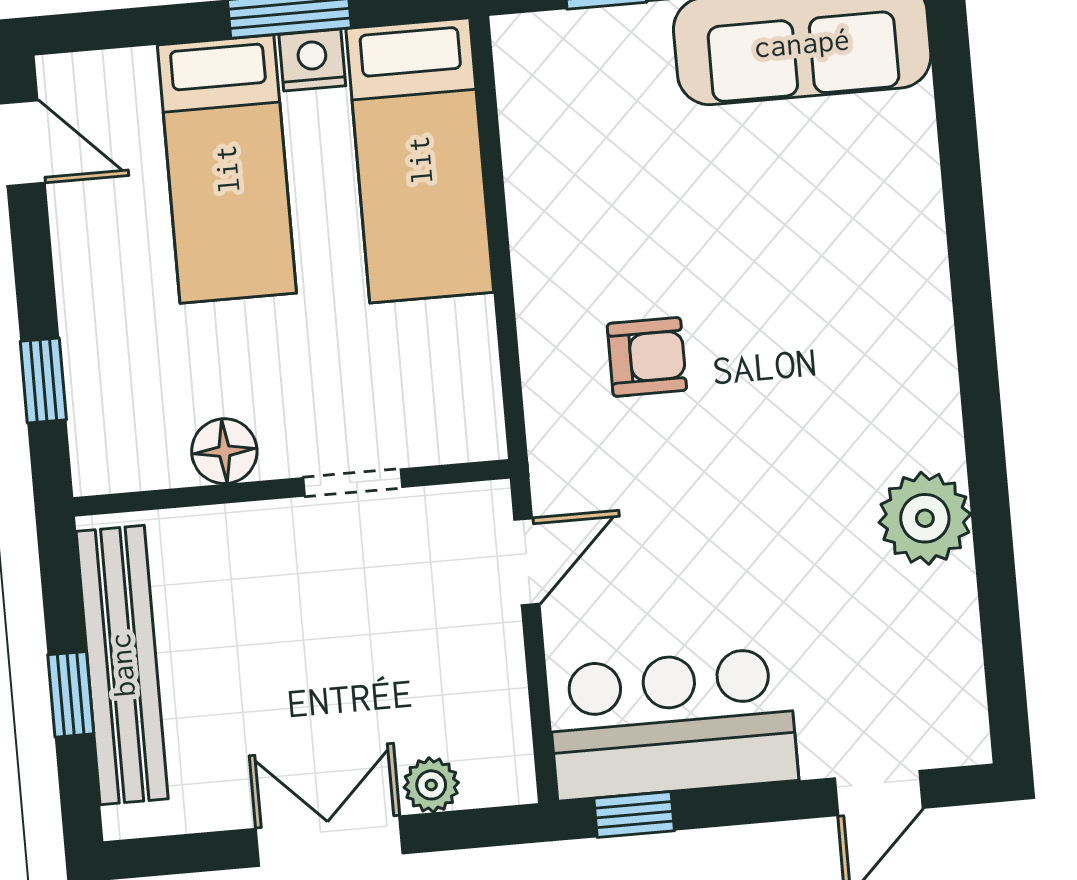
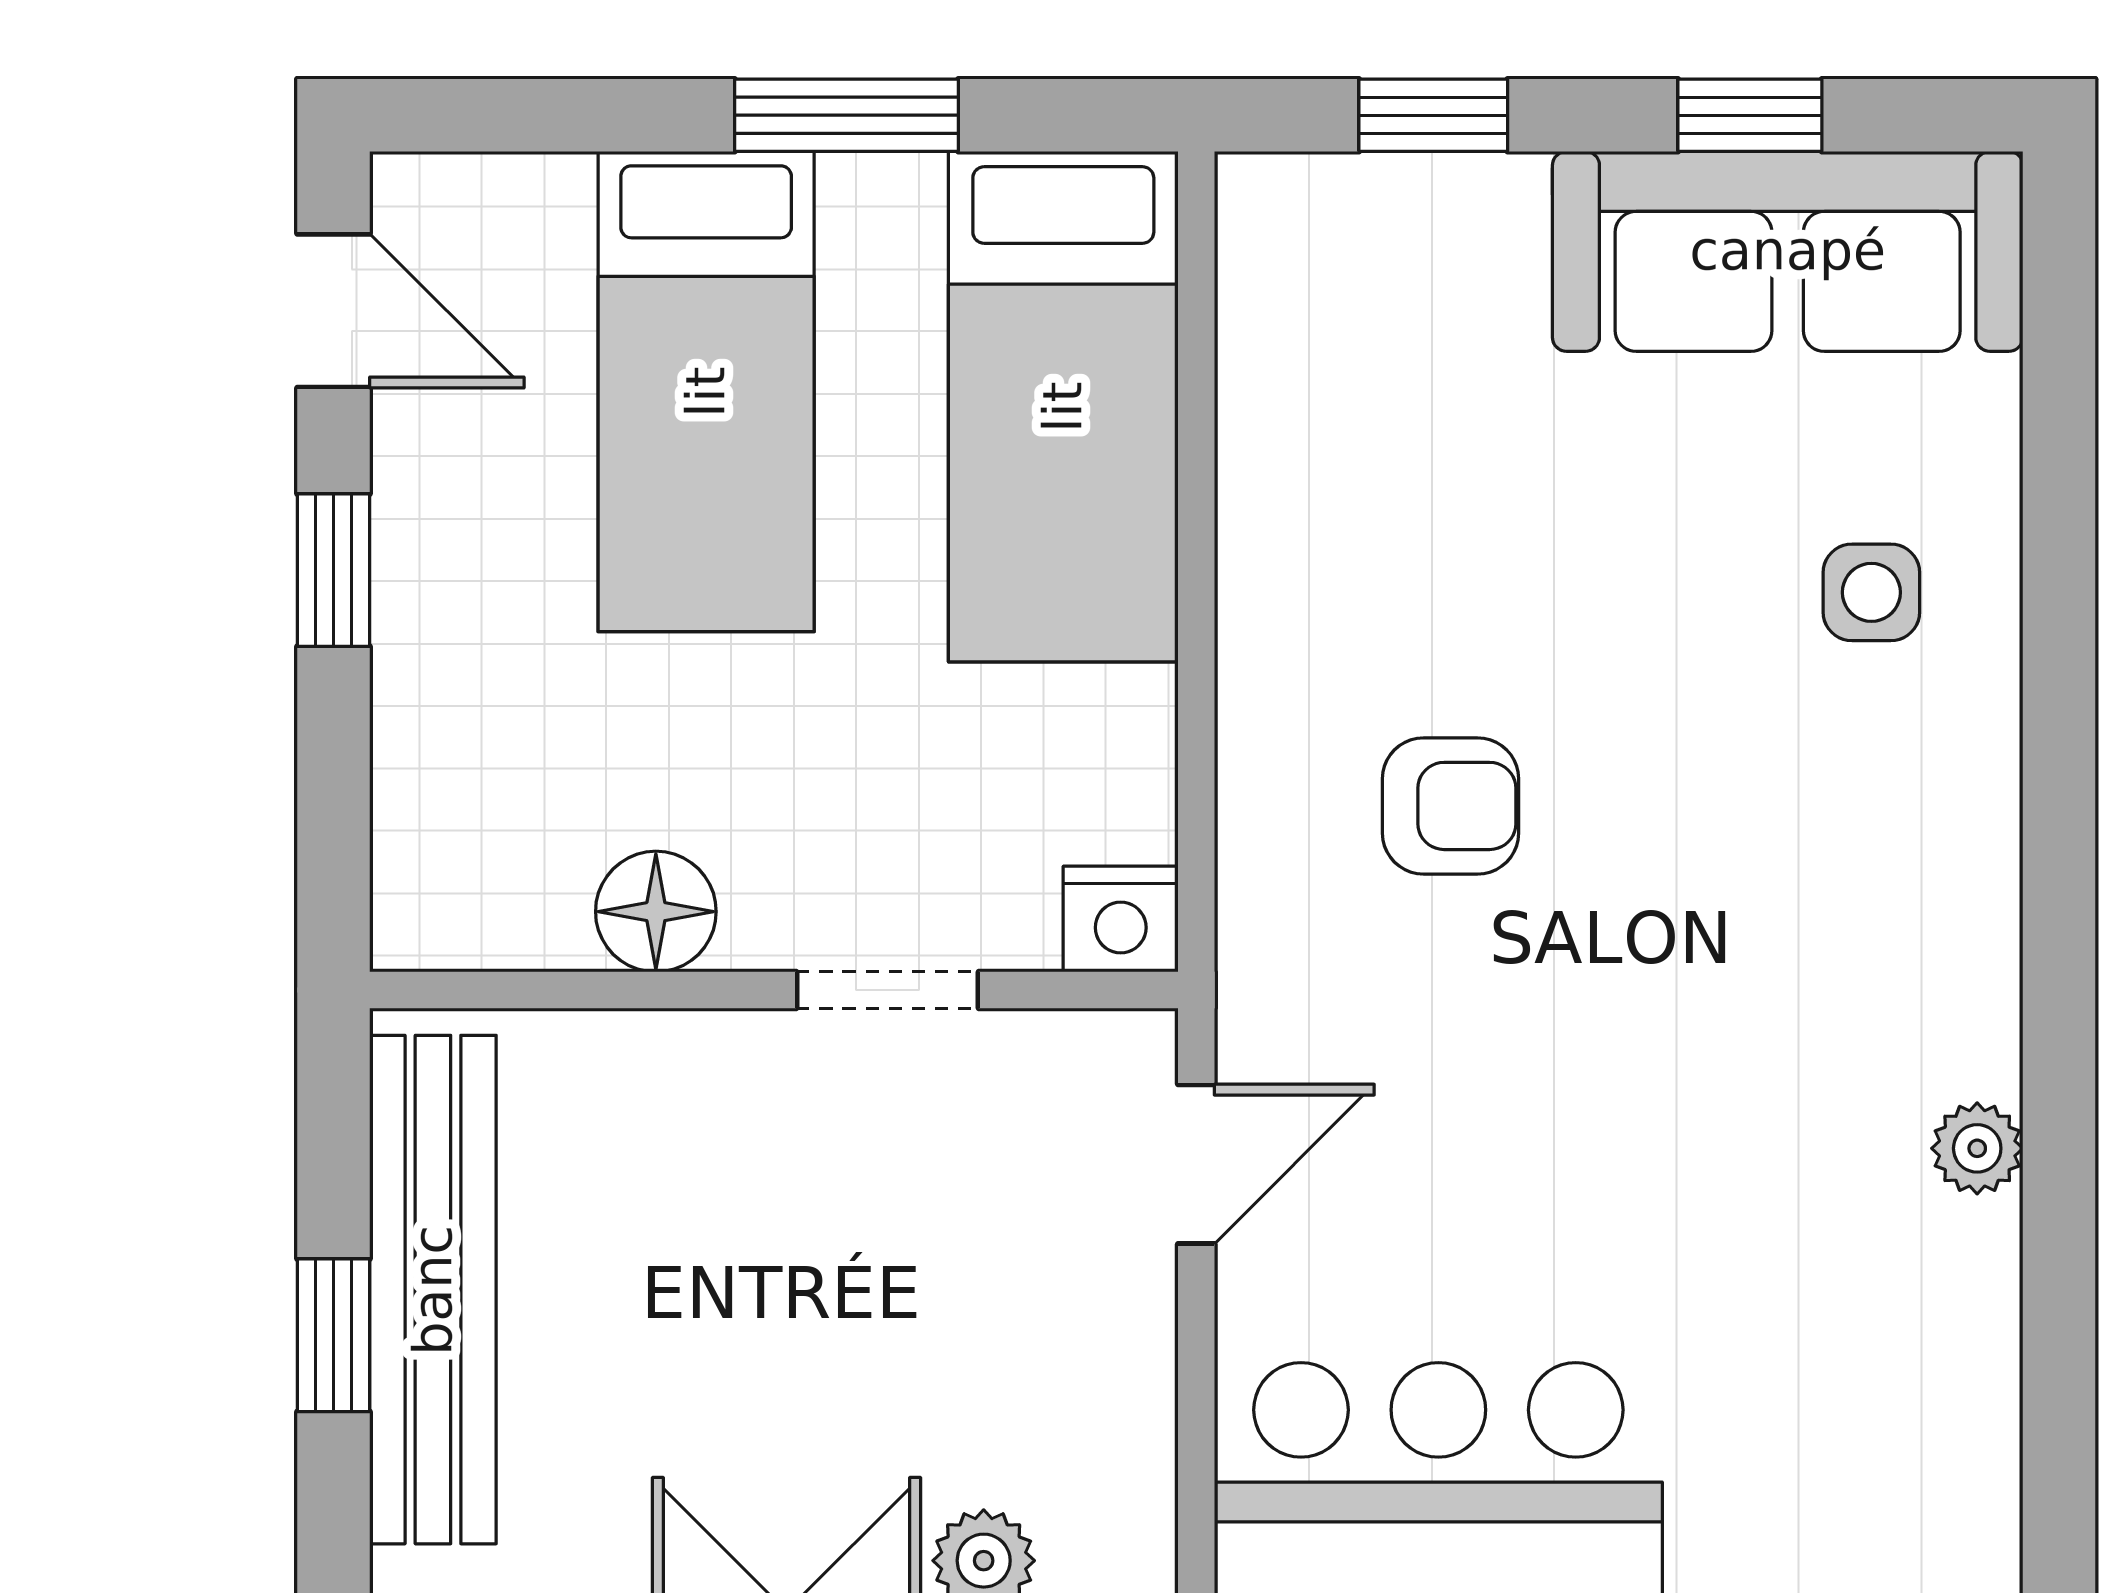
nightstand: (312, 60) -> (1121, 919), moved, turned 180
side table: (863, 222) -> (1871, 592), added
window: (43, 381) -> (333, 570), moved
plant: (925, 518) -> (1977, 1148), width x0.53, depth x0.53

